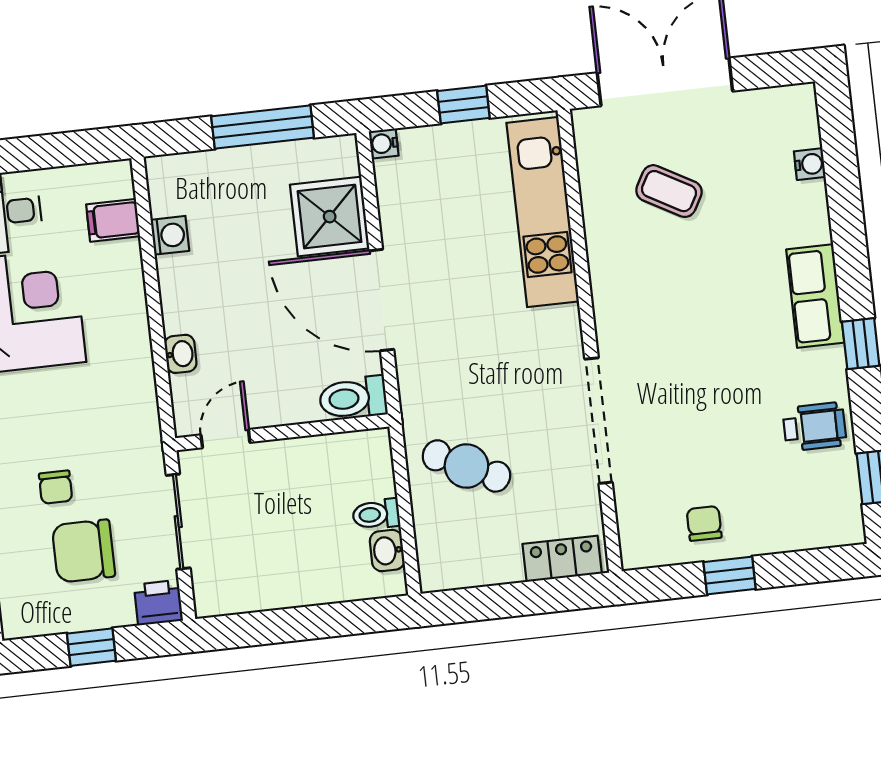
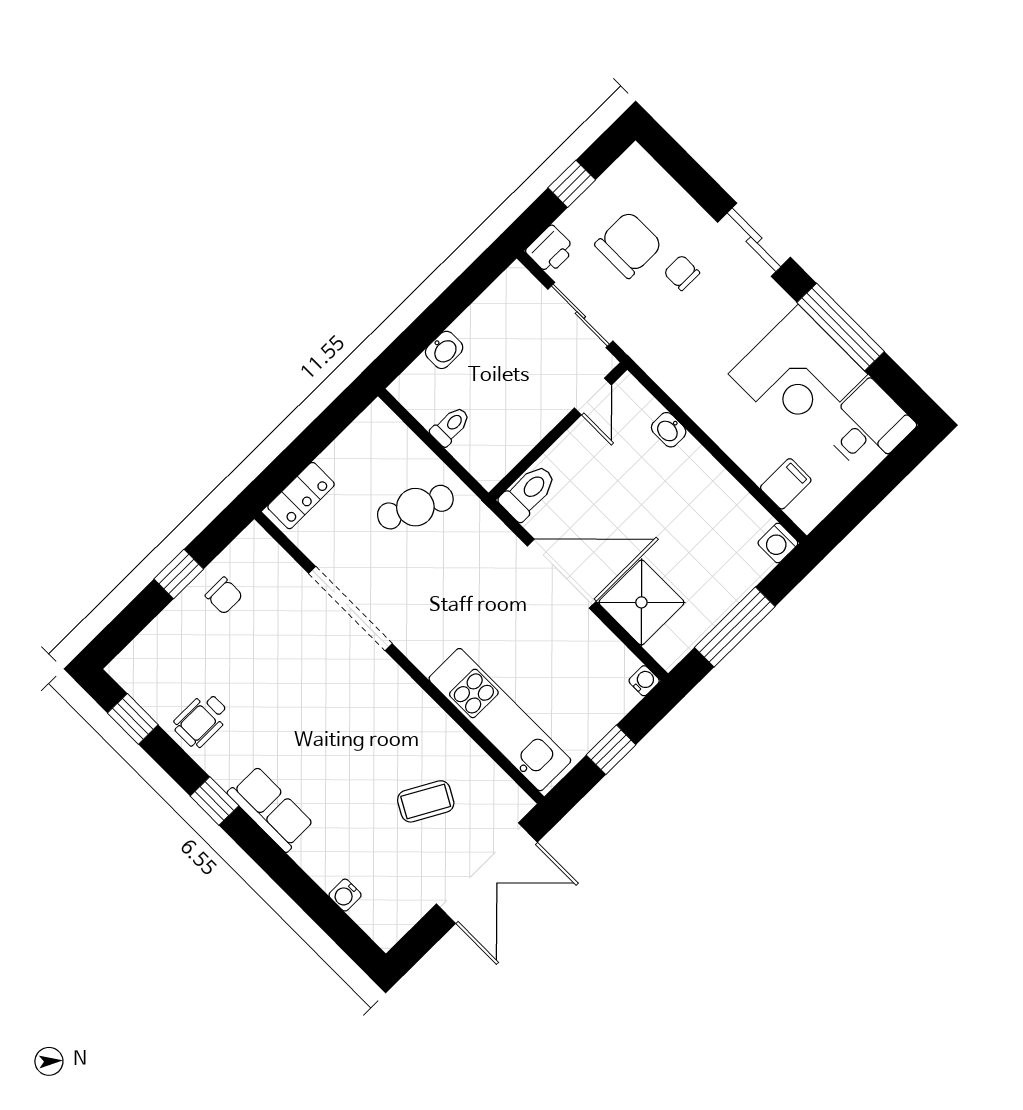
washing machine: (170, 235) -> (778, 543), moved
washbasin: (387, 551) -> (444, 350), moved, turned 90

